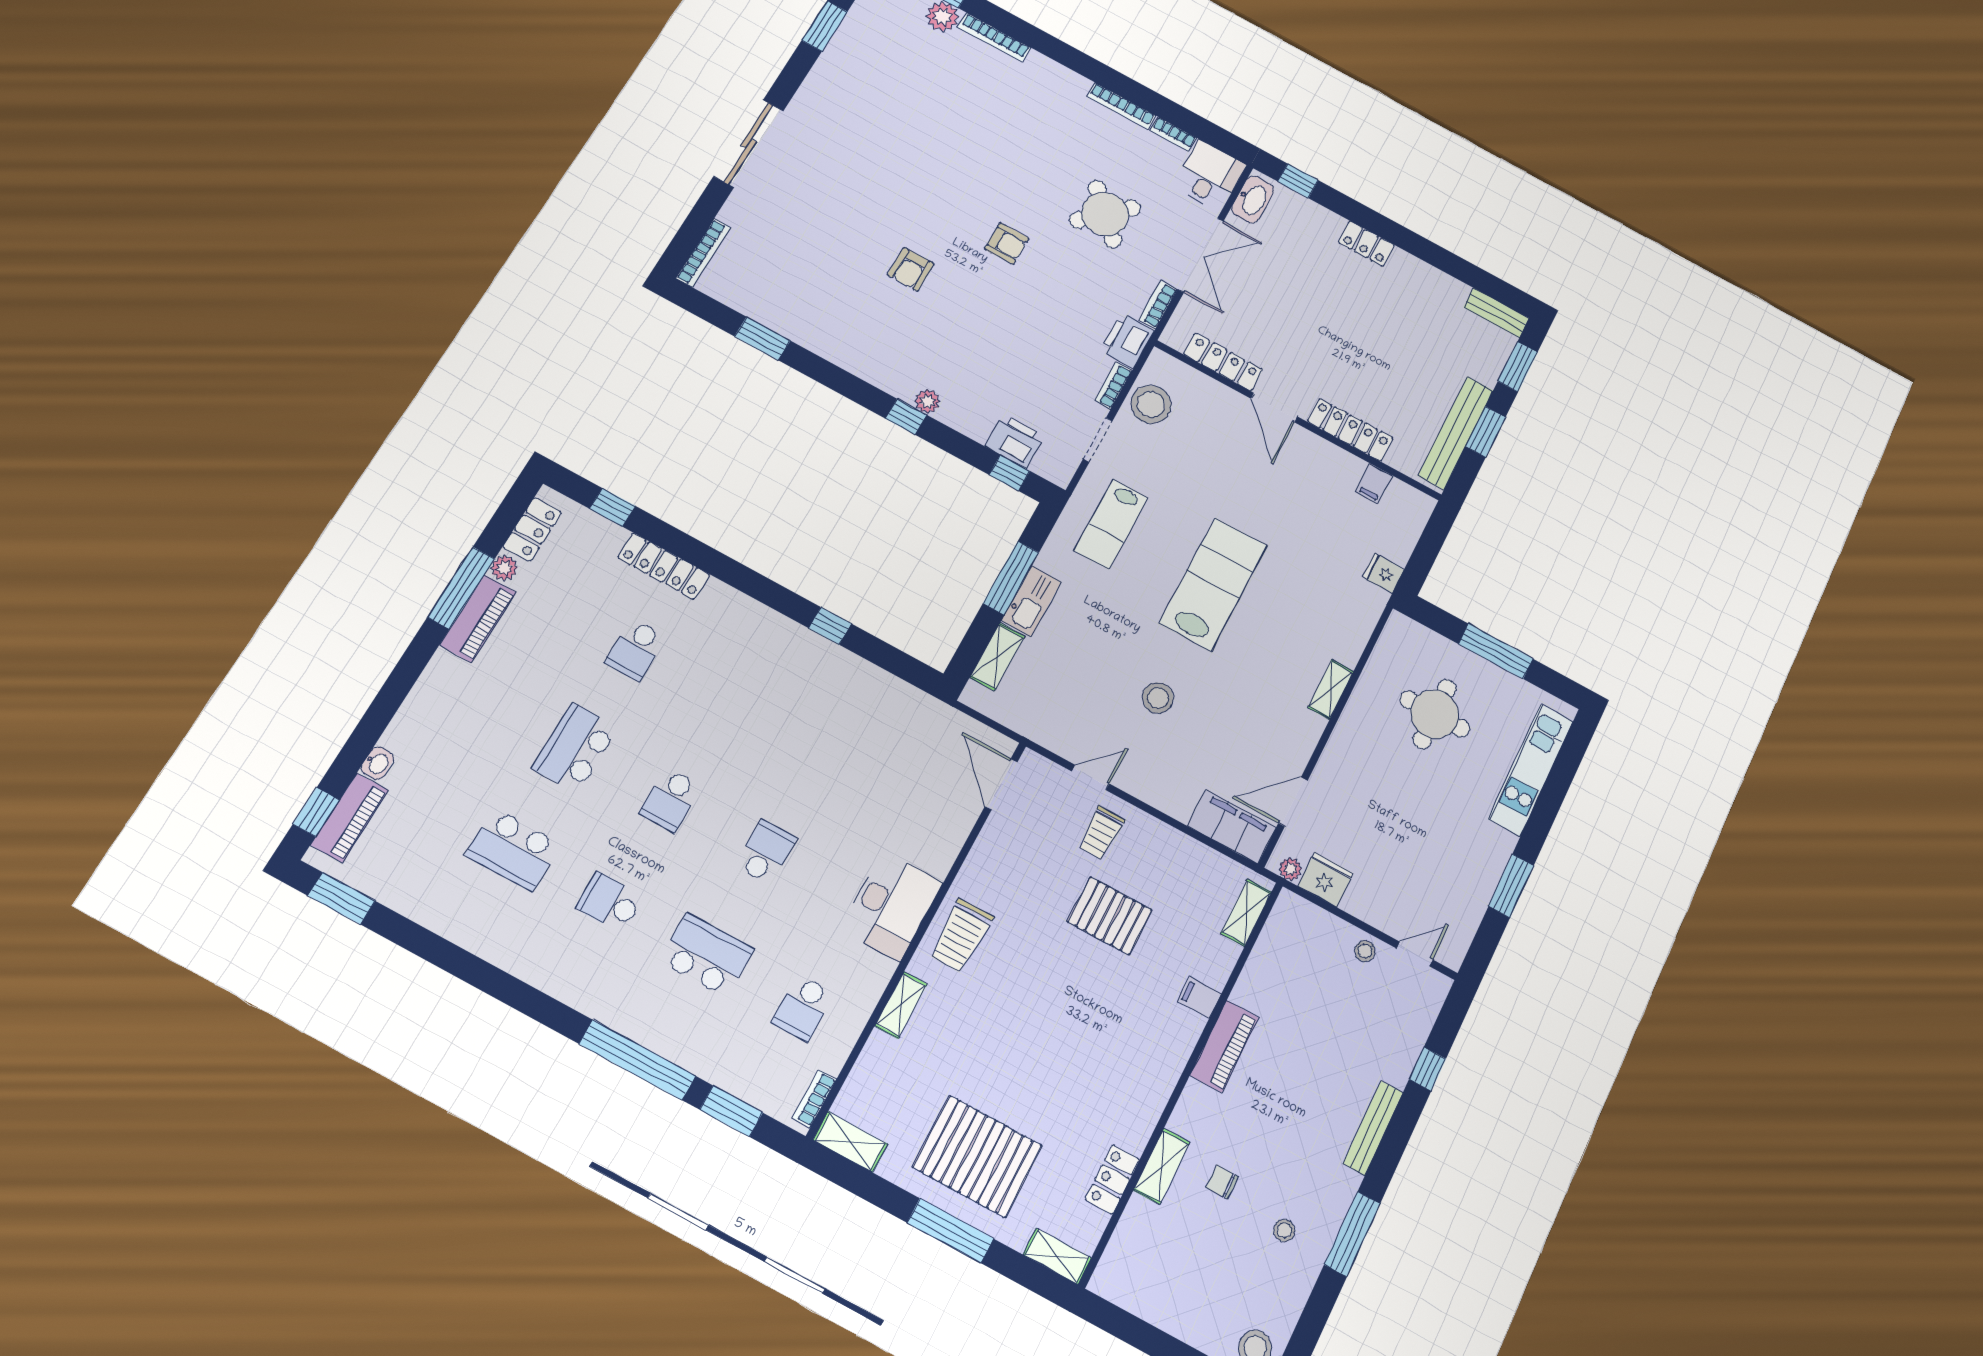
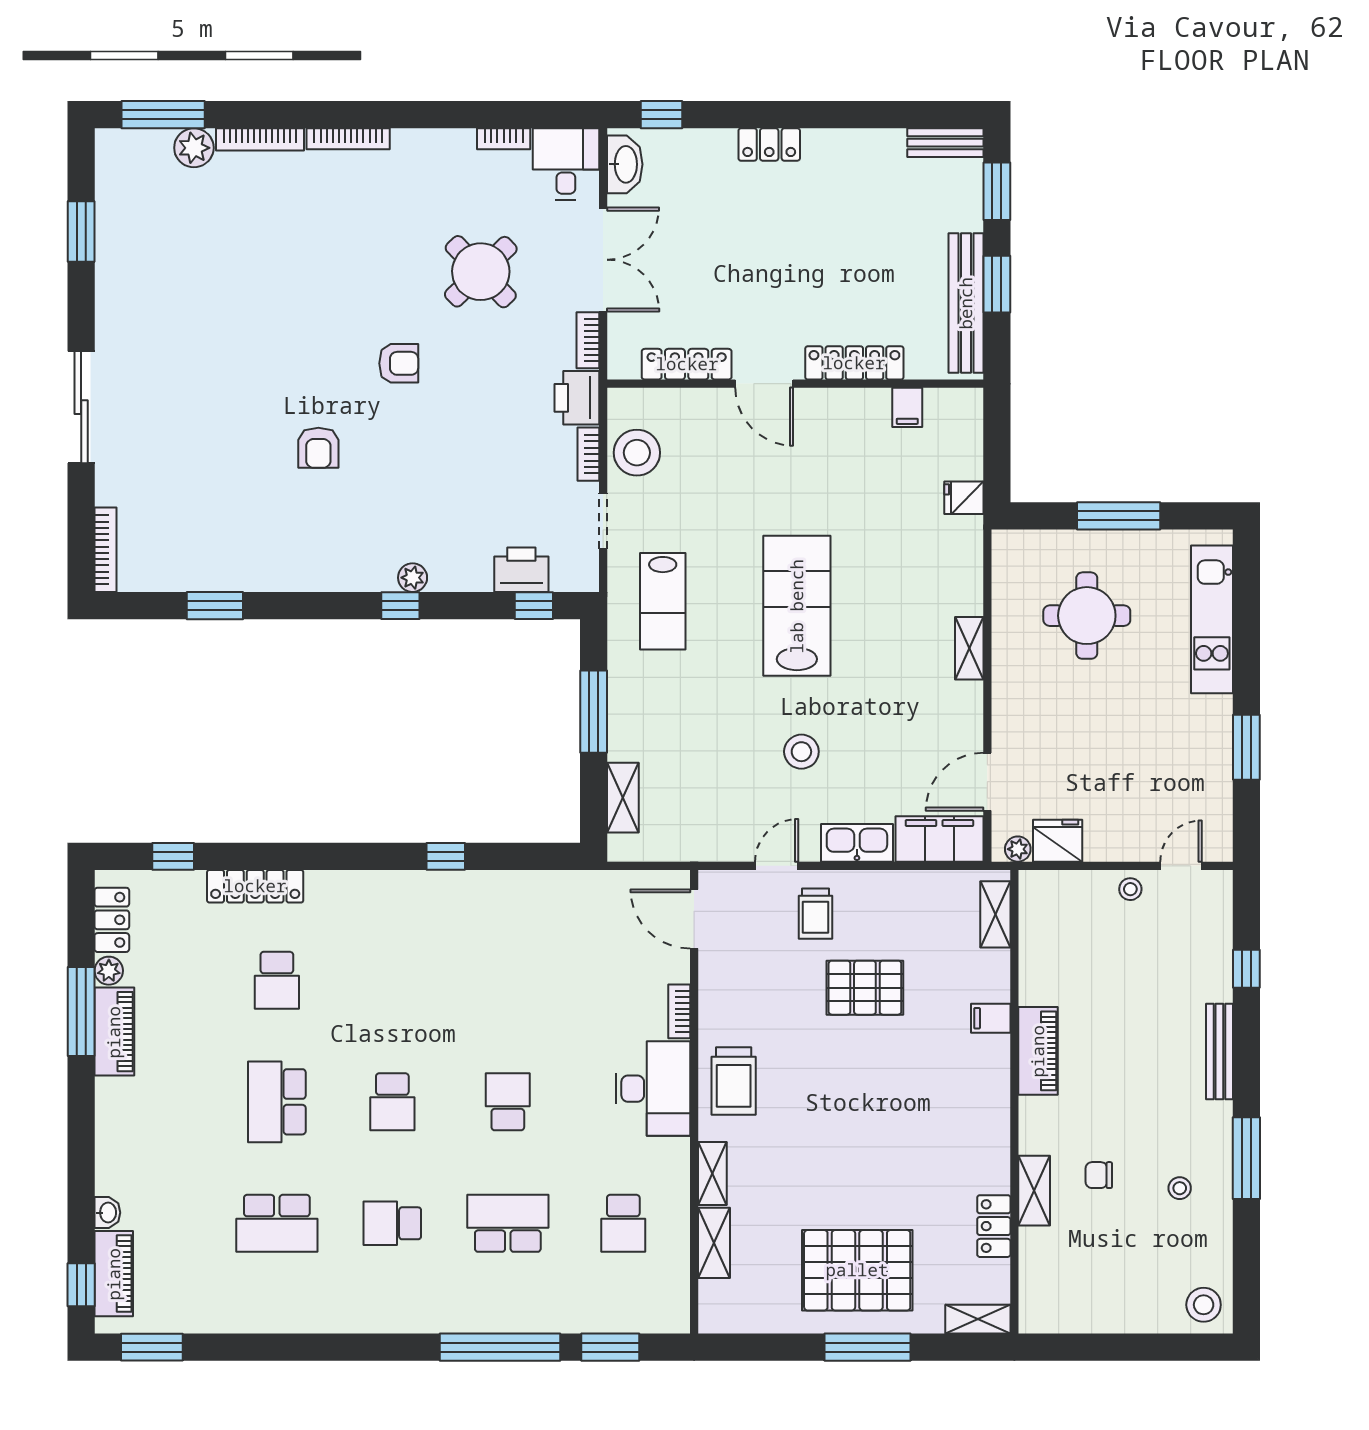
bookcase: (1121, 106) -> (348, 139), moved
kitchen sink: (1031, 601) -> (857, 843), moved, turned -90
bookcase: (814, 1098) -> (679, 1011), moved
shelving: (850, 1142) -> (714, 1243), moved, turned 90

